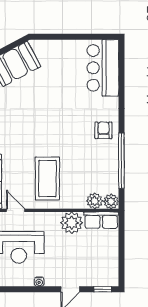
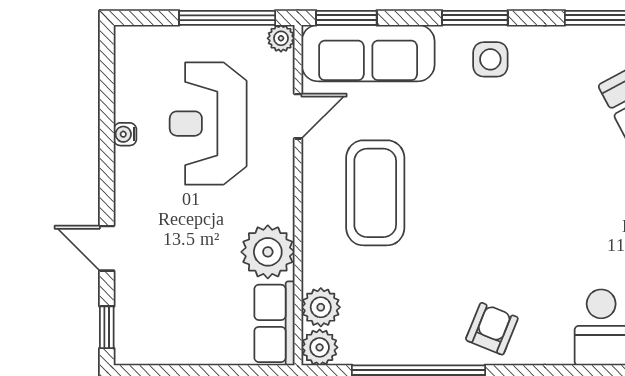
armchair: (103, 130) -> (492, 329), turned -68
coffee table: (47, 178) -> (375, 193), turned 90
water cooler: (39, 282) -> (125, 134), moved

